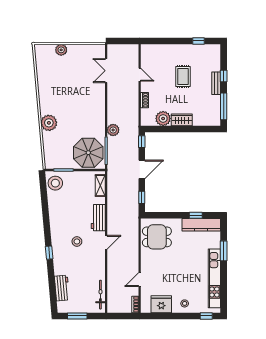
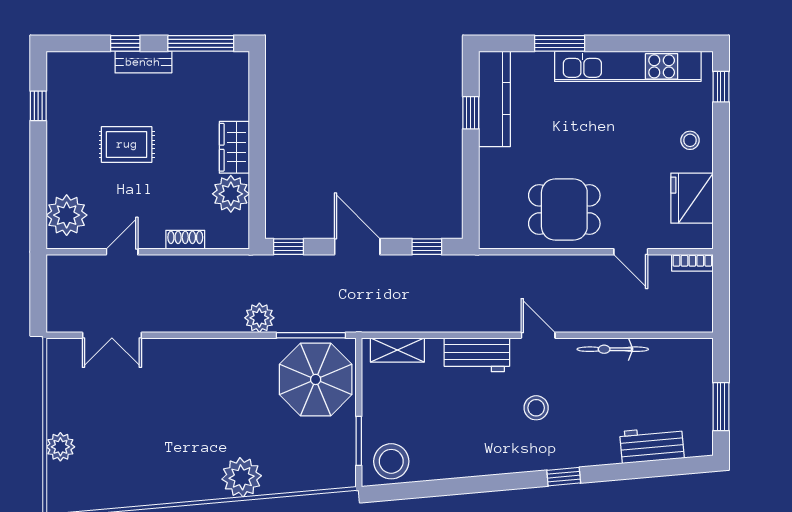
plant: (154, 52) -> (67, 215), added
dining table: (157, 237) -> (564, 209), moved, turned 90
bicycle: (100, 295) -> (613, 349), moved

